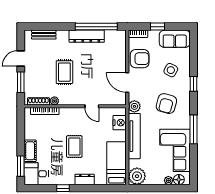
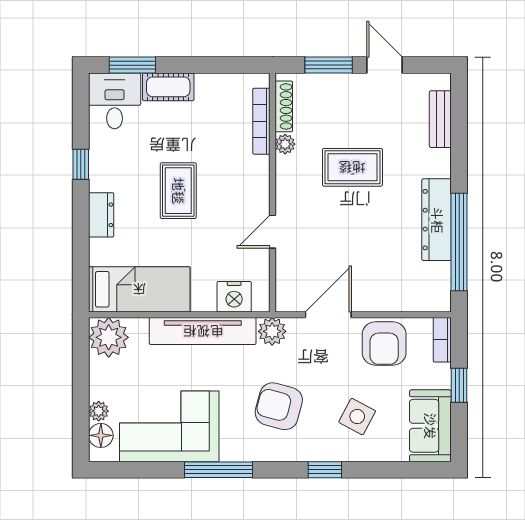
rug: (74, 147) -> (178, 191), turned 90

